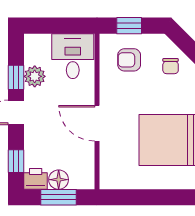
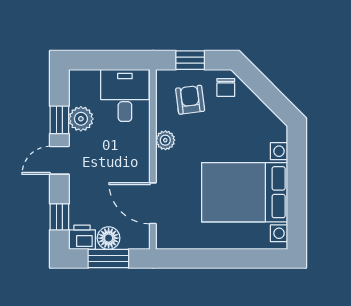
armchair: (129, 60) -> (190, 100), turned 83
chair: (171, 66) -> (226, 87), moved
plant: (108, 95) -> (165, 140), added
door: (97, 123) -> (153, 203), moved

